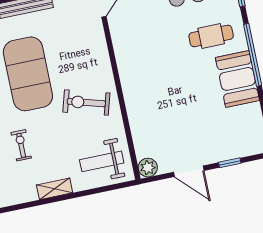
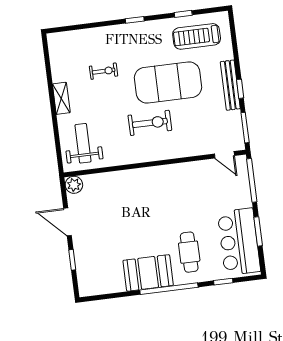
exercise bike: (86, 103) -> (150, 123), moved, turned 74
door: (189, 171) -> (67, 222), hinge flipped

